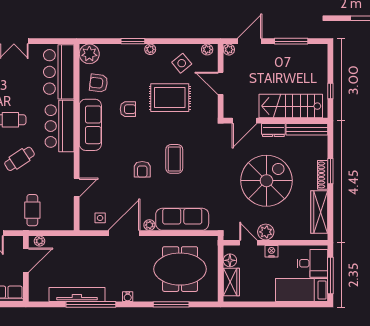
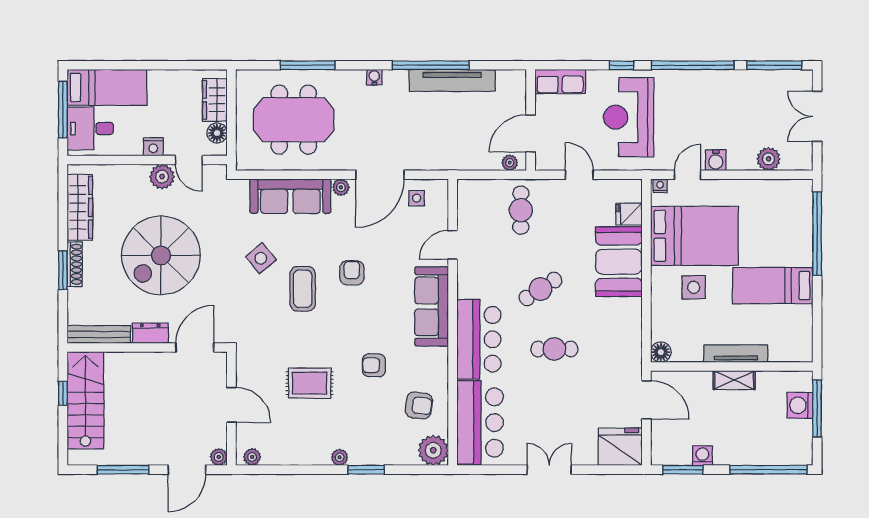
side table: (182, 63) -> (261, 258), moved
rug: (170, 98) -> (310, 383), width x0.73, depth x0.70
stairs: (291, 106) -> (85, 400), moved, turned -90
sofa: (90, 125) -> (432, 306), moved

